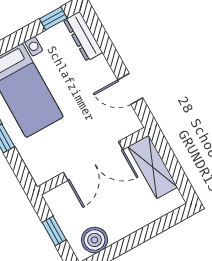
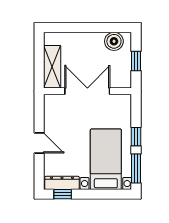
dresser: (83, 36) -> (62, 183), moved, turned -90
door: (130, 89) -> (39, 143), moved

